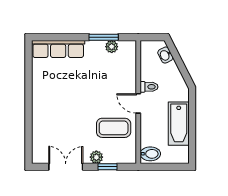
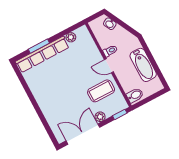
window: (104, 37) -> (39, 46), moved
row of seats: (58, 49) -> (42, 54), width x1.36
double door: (66, 167) -> (83, 134), width x1.37
window: (108, 167) -> (120, 114), moved

